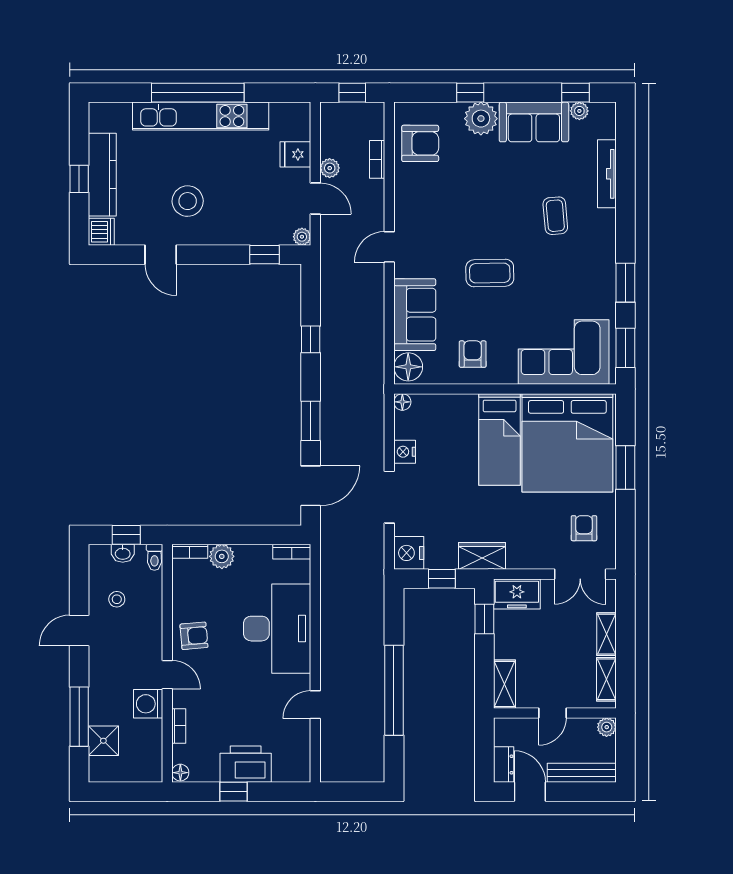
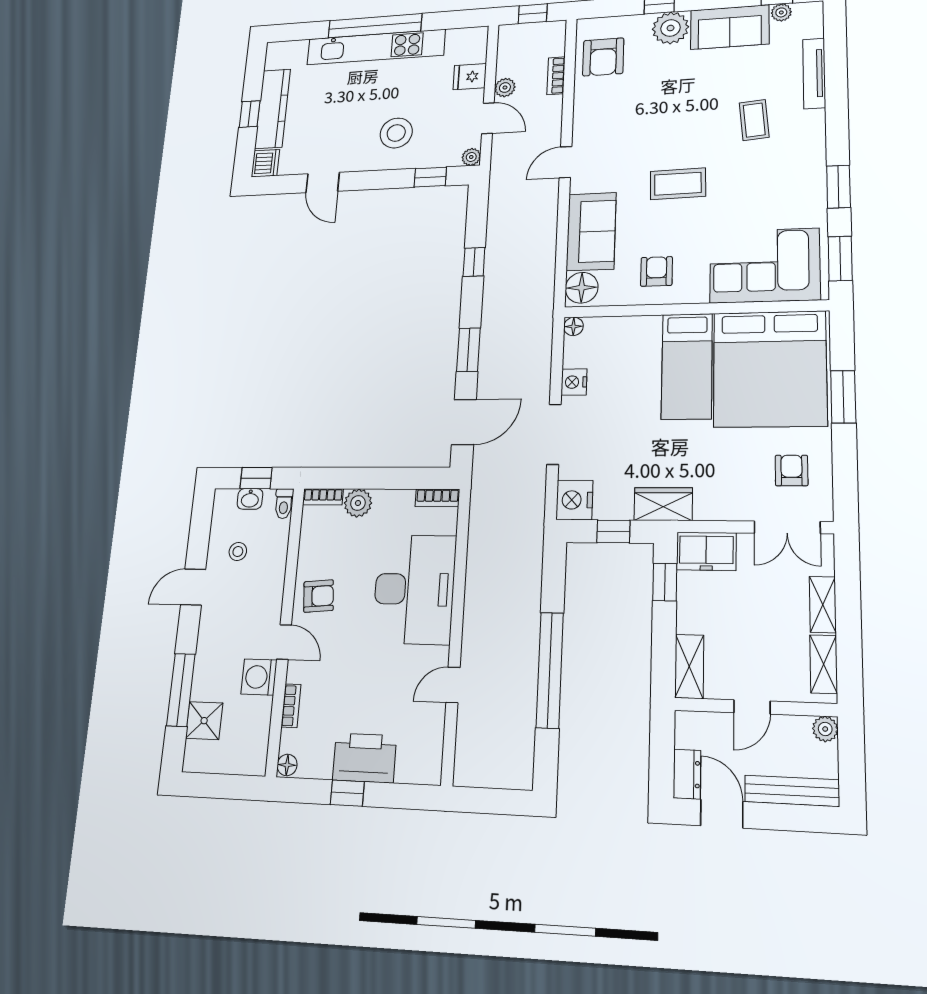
armchair: (420, 143) -> (603, 57), turned 90
stool: (188, 201) -> (396, 133), moved

